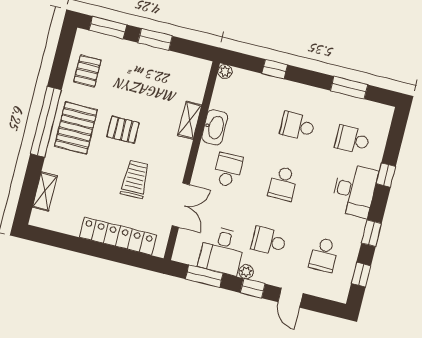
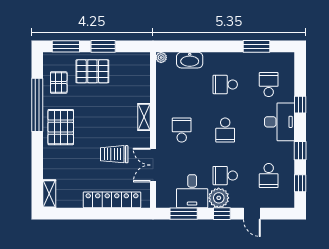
window: (275, 69) -> (198, 46), removed
shelving: (190, 120) -> (144, 117), moved
window: (46, 122) -> (37, 105), moved
washbasin: (215, 127) -> (190, 60), moved, turned 90
pallet: (123, 130) -> (92, 71), moved, width x1.50, depth x1.42
school desk: (352, 140) -> (269, 84), turned 90
trolley: (135, 179) -> (114, 154), turned -89
shelving: (45, 191) -> (49, 194), moved
double door: (181, 205) -> (153, 165), swing flipped
plant: (246, 272) -> (219, 198), width x1.88, depth x1.88

